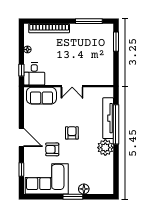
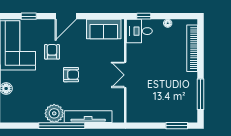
sofa: (41, 96) -> (104, 29), moved, turned -90
window: (116, 124) -> (62, 126), moved

